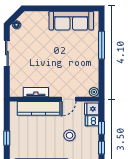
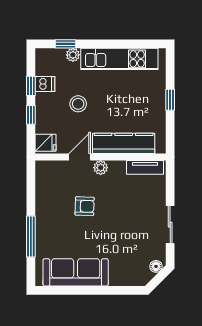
armchair: (65, 66) -> (85, 206), added
tv unit: (36, 92) -> (145, 167), moved
plant: (94, 92) -> (101, 168), moved
dishwasher: (92, 121) -> (45, 84), moved

